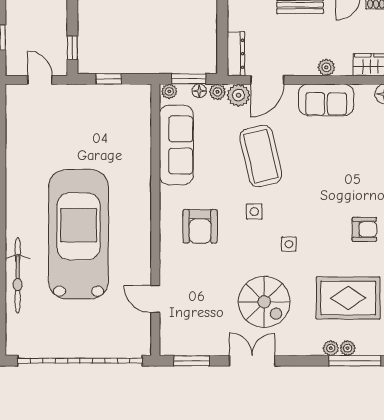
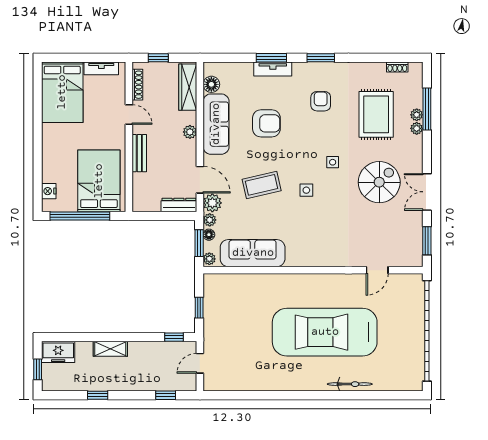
sofa: (326, 100) -> (216, 124), width x1.36
coffee table: (261, 156) -> (262, 185), width x0.73, depth x0.76
armchair: (200, 226) -> (266, 123), moved
bicycle: (18, 275) -> (350, 384), width x0.73, depth x0.71

